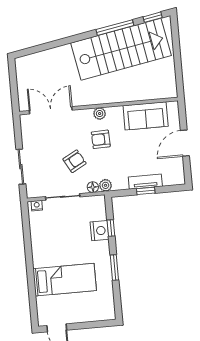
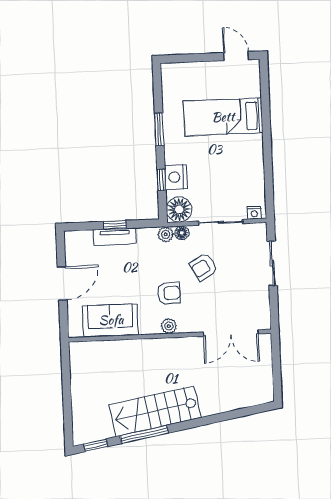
stairs: (121, 49) -> (155, 411), width x0.73, depth x0.66
floor lamp: (96, 205) -> (179, 209), added

